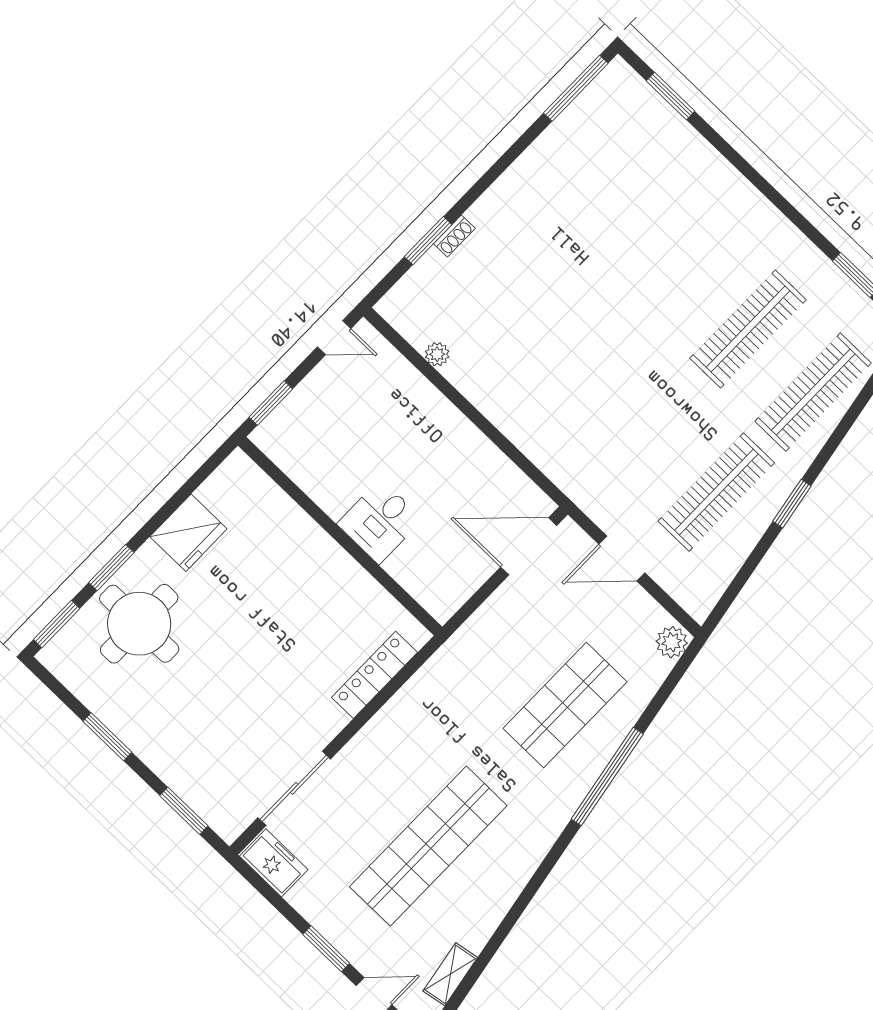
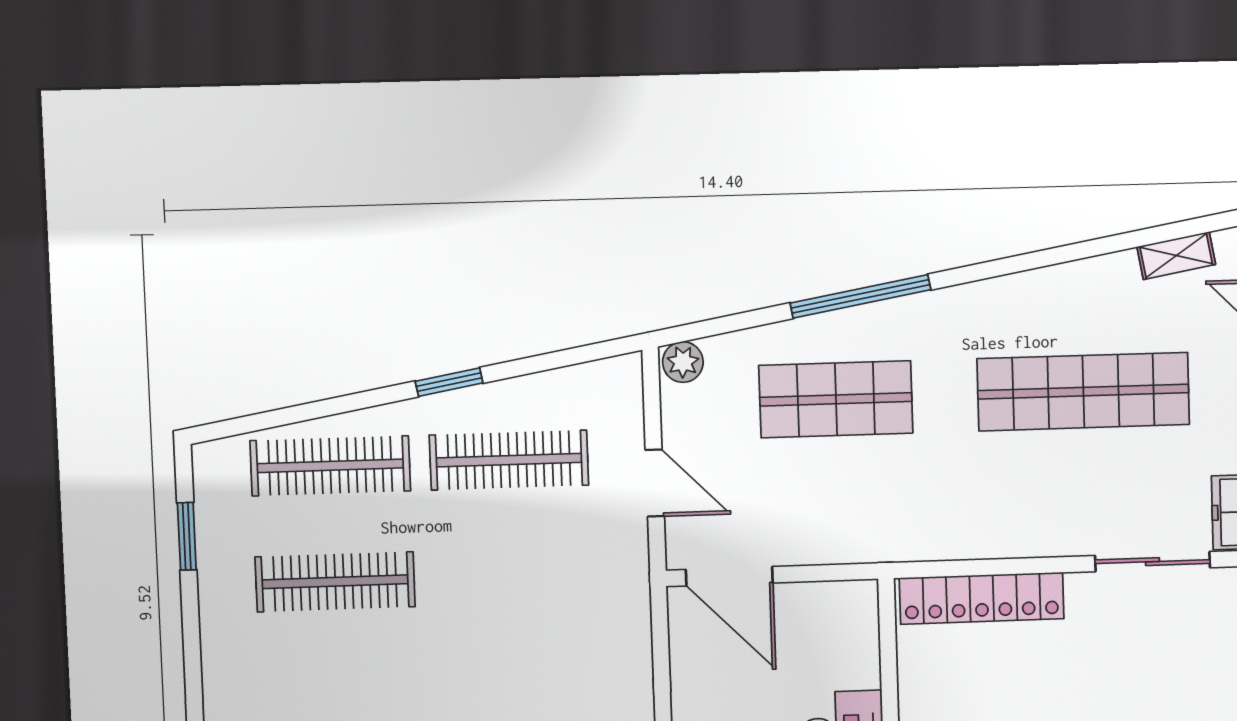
locker: (375, 675) -> (982, 598), width x1.41, depth x1.21

